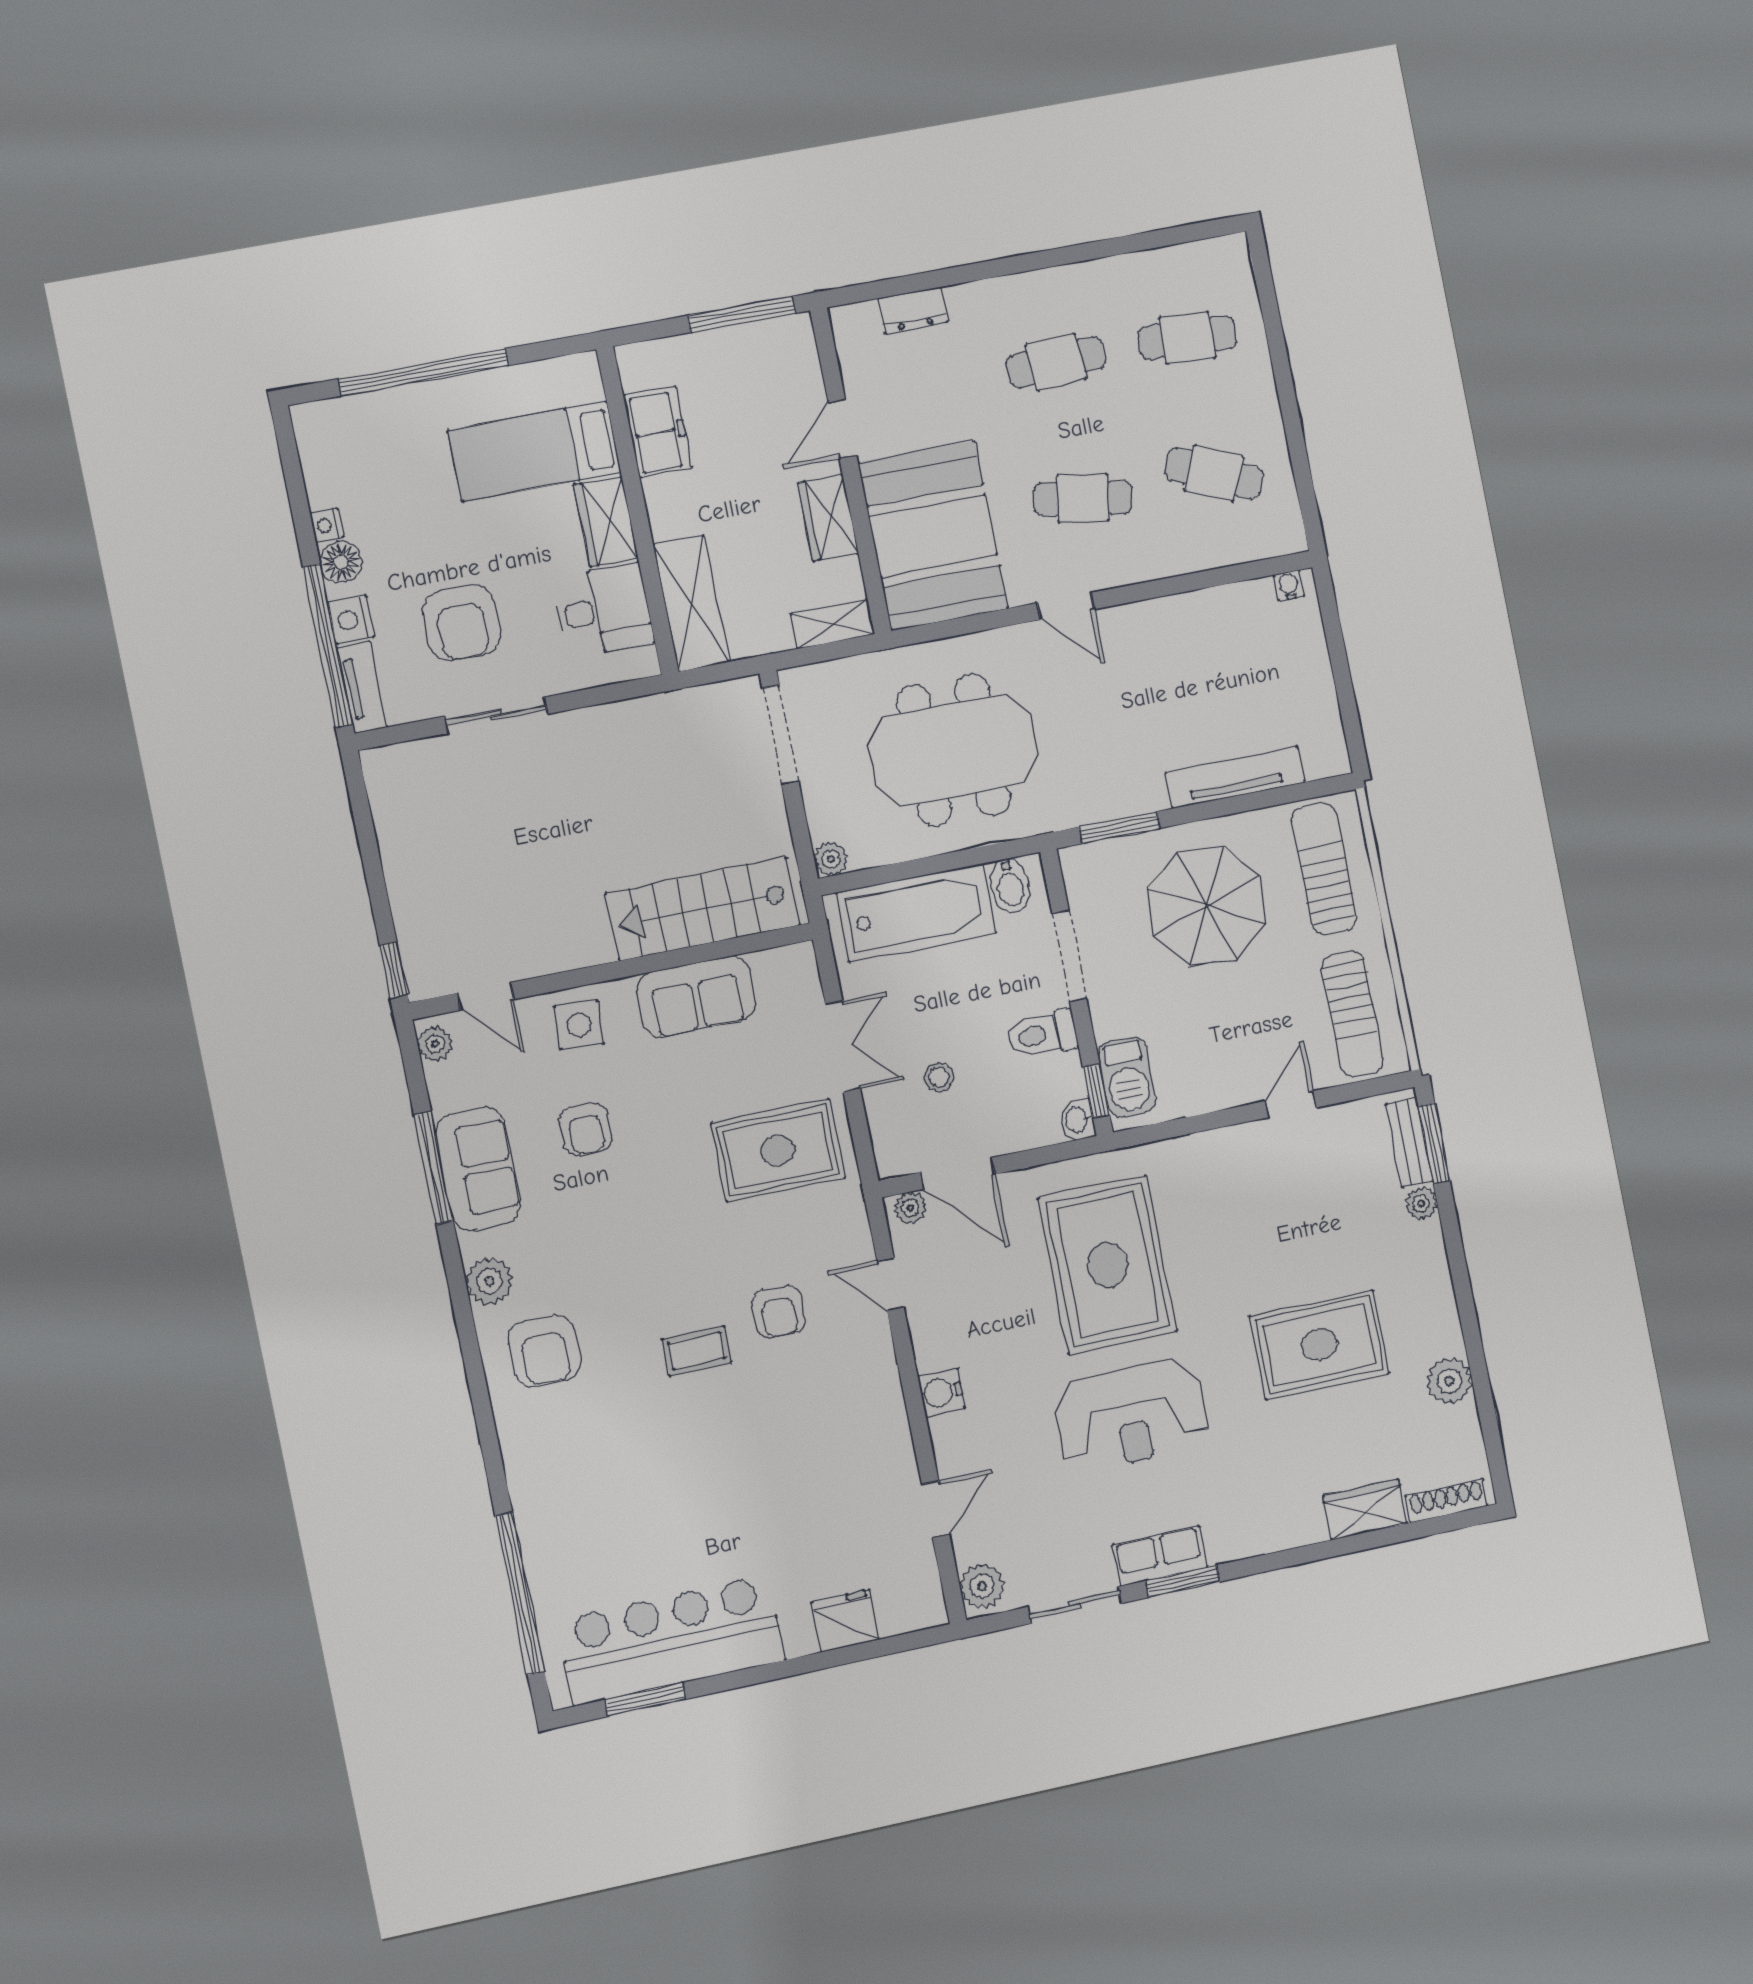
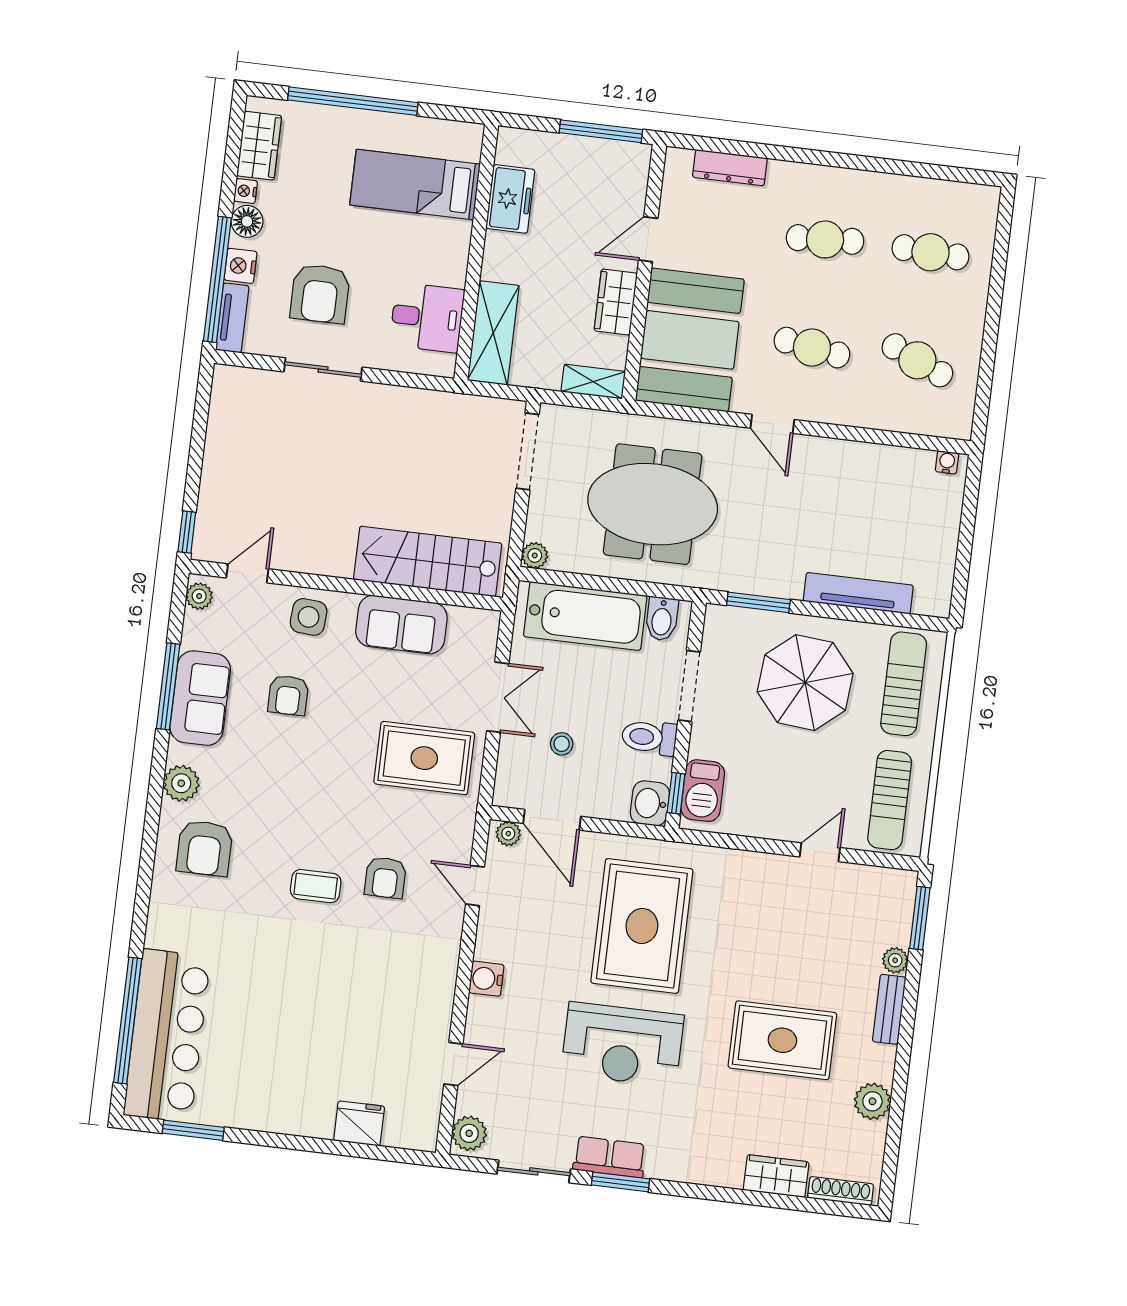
dresser: (913, 310) -> (730, 168), width x1.44
wardrobe: (606, 521) -> (259, 146), moved, turned 180
door: (486, 996) -> (247, 573), swing flipped
washbasin: (1077, 1120) -> (650, 803), width x1.38, depth x1.45
bench: (1409, 1142) -> (889, 1009), moved
bar counter: (671, 1640) -> (167, 1036), moved, turned 90

